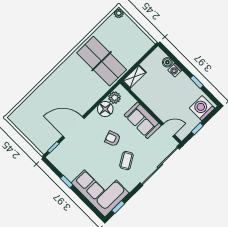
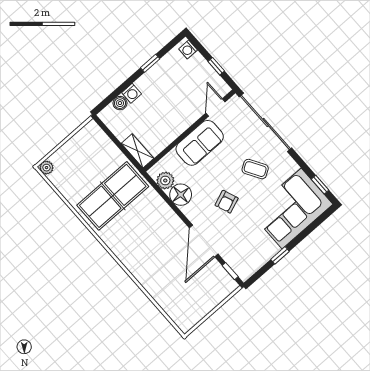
washing machine: (202, 108) -> (188, 50), width x0.53, depth x0.53
armchair: (113, 139) -> (227, 202), moved

